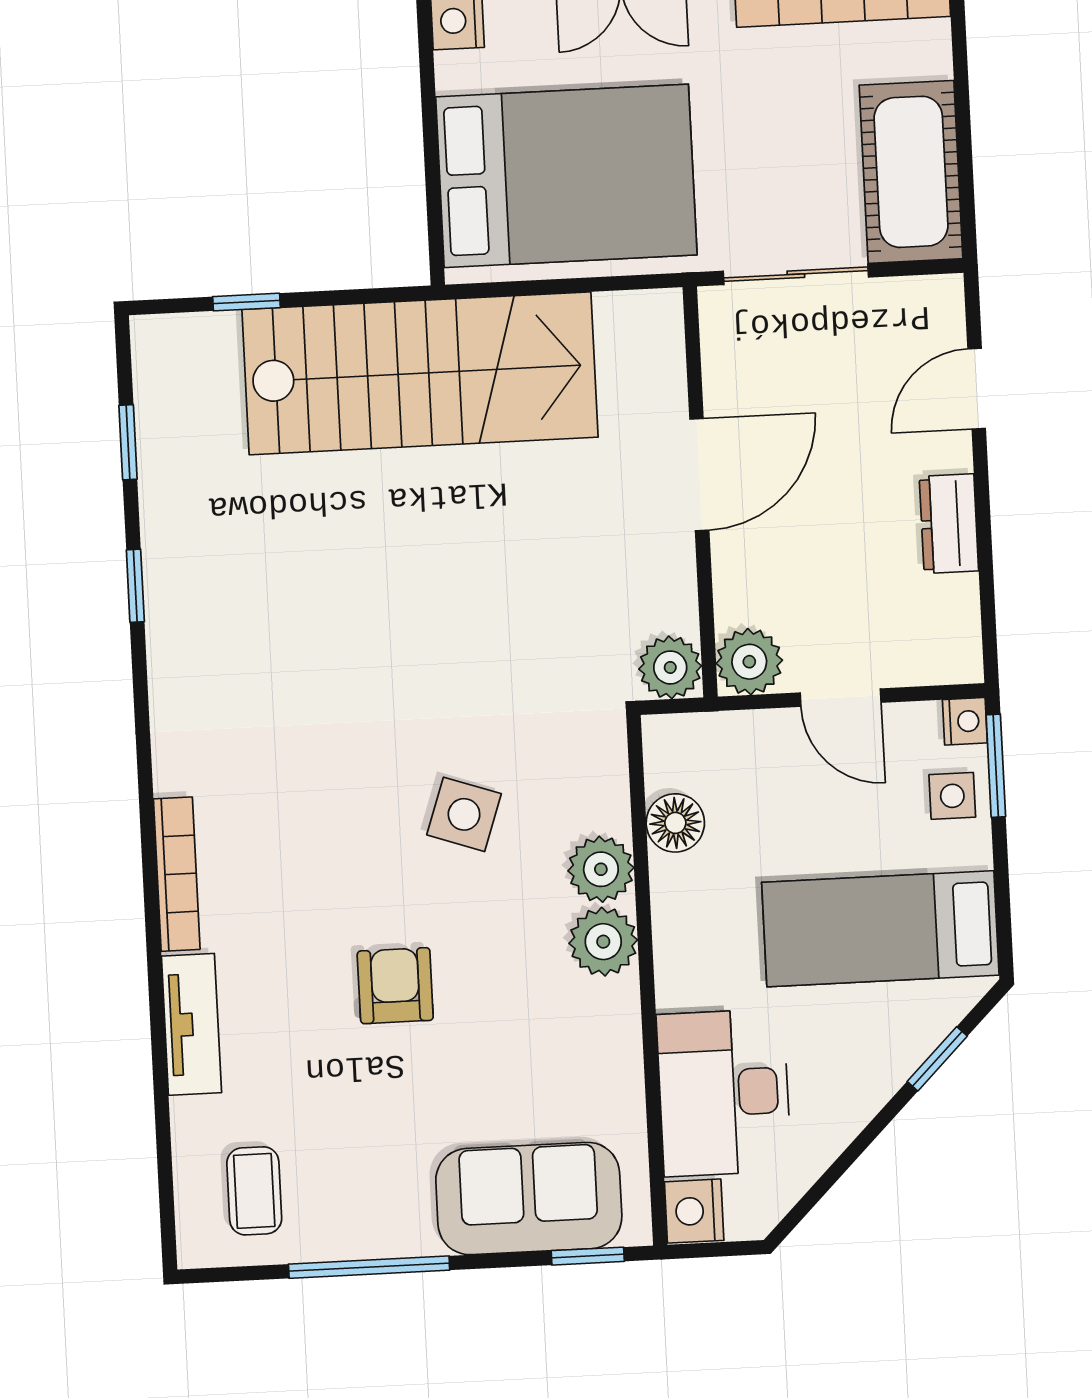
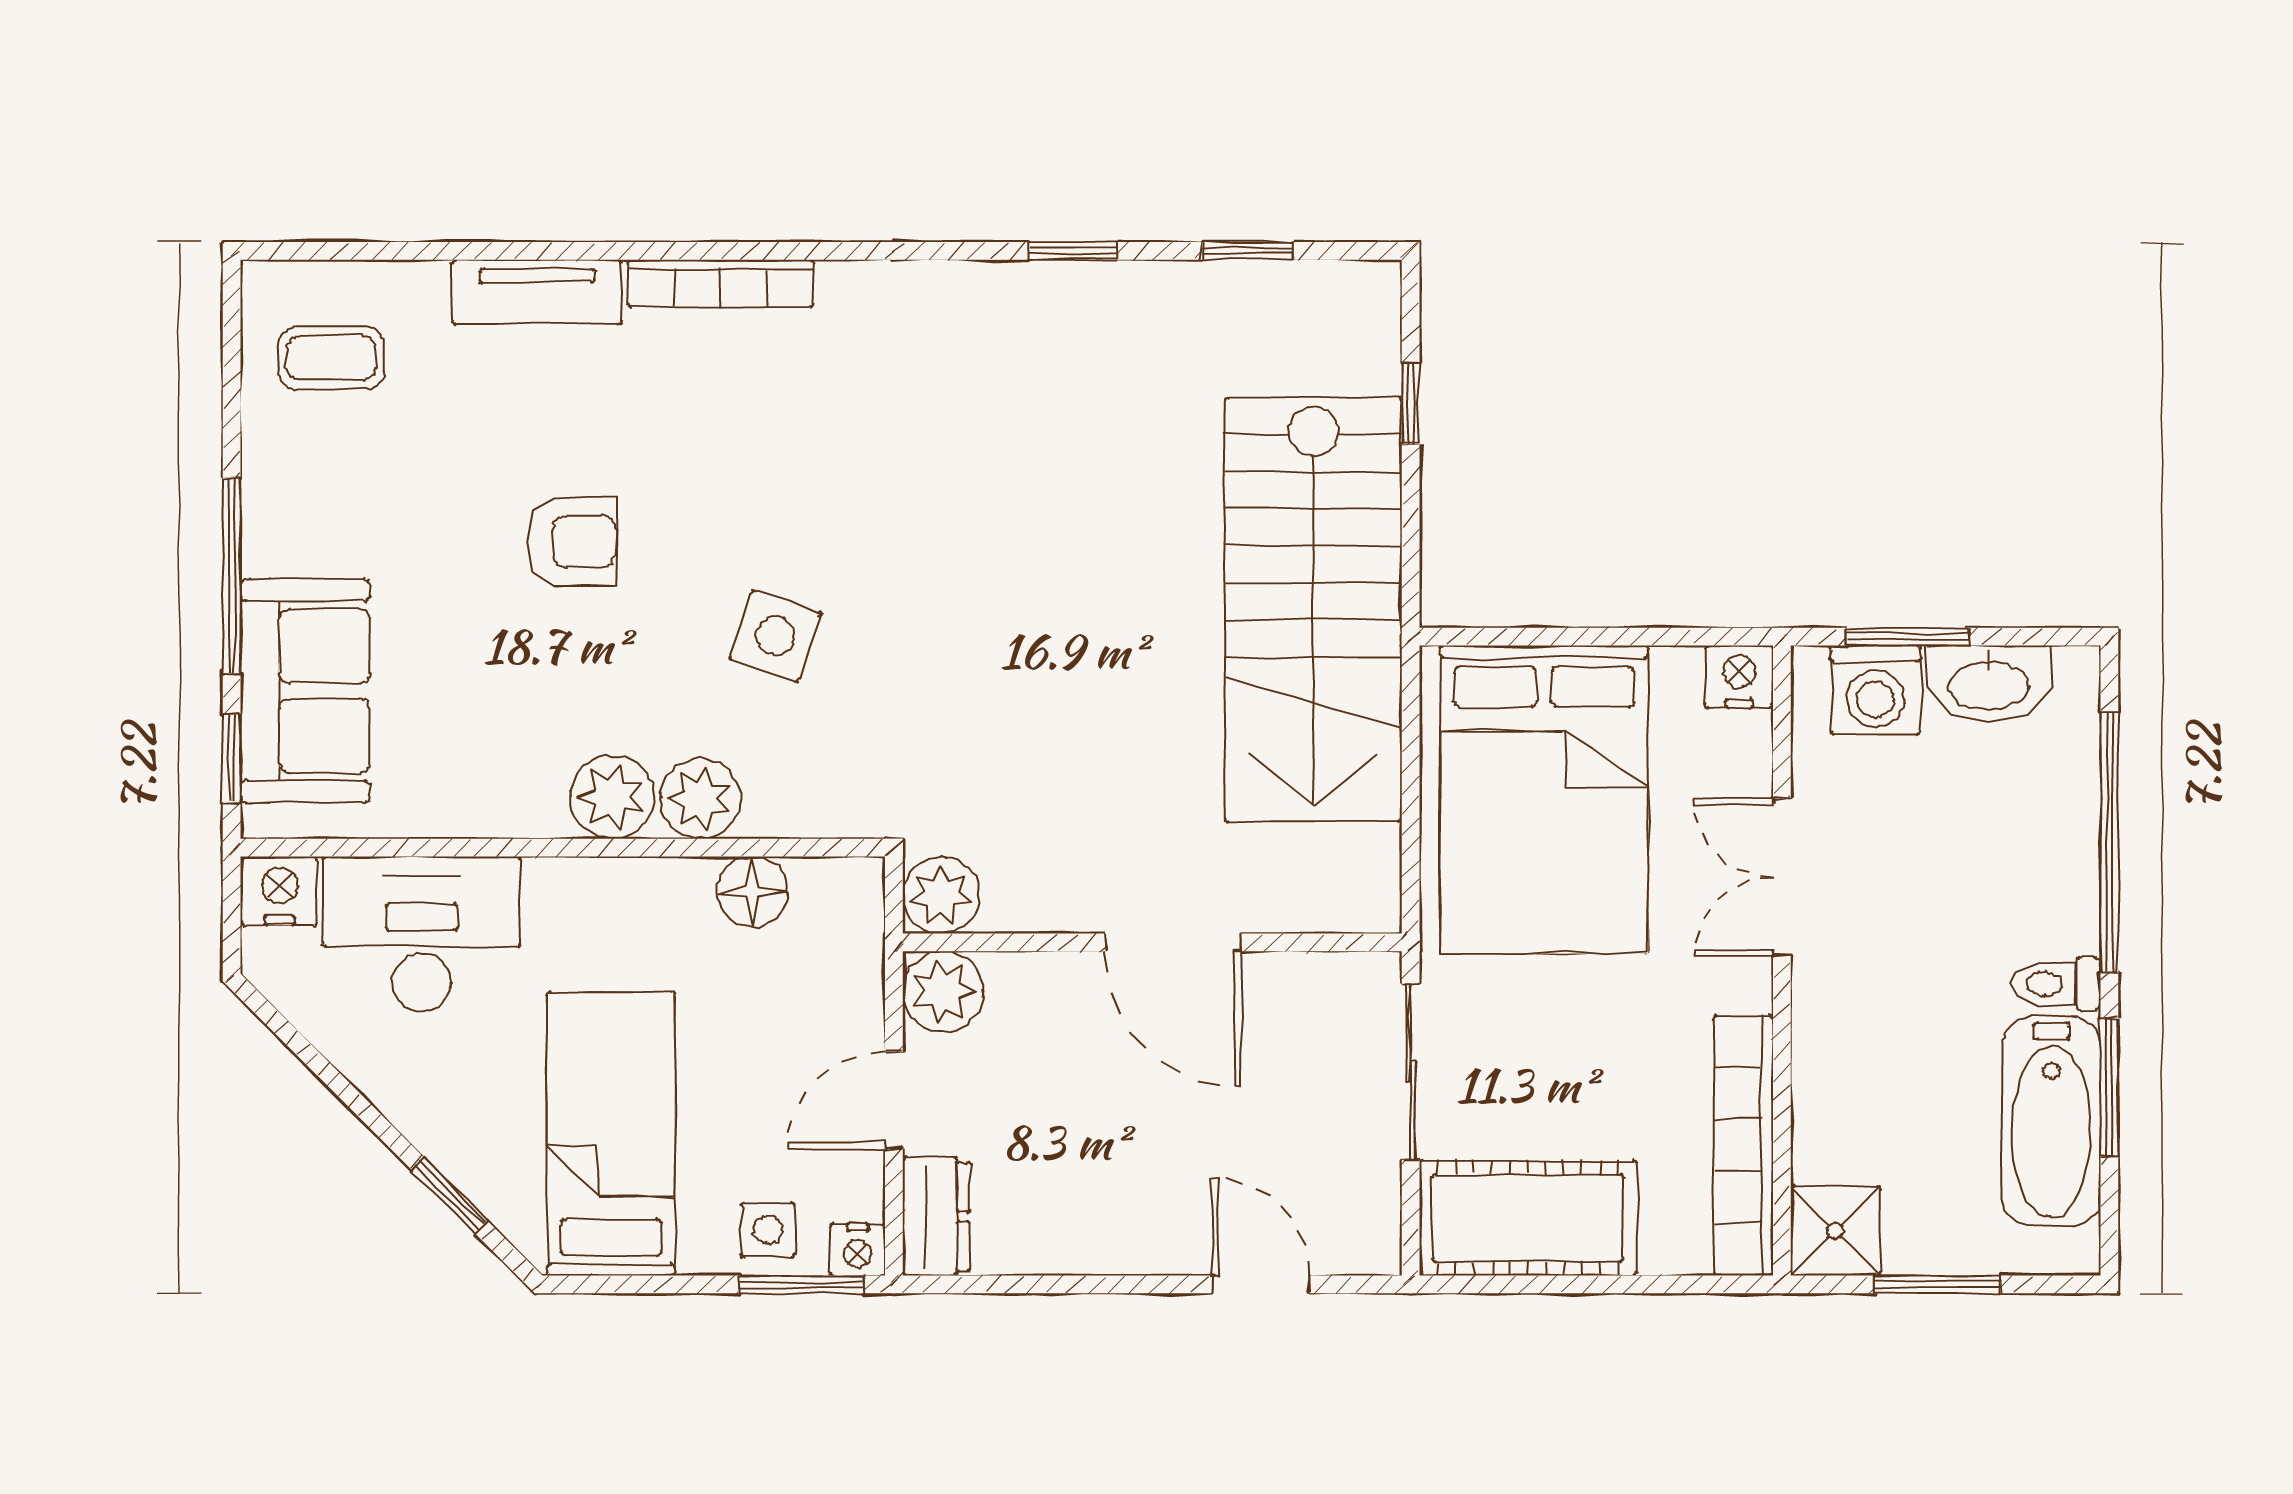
dresser: (949, 524) -> (936, 1217), moved, turned 90
window: (369, 1267) -> (232, 575), moved

